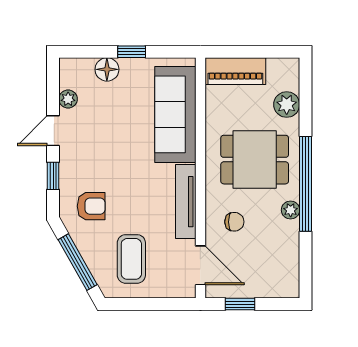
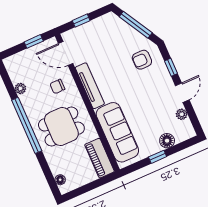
piano: (235, 71) -> (100, 158), moved, turned -90
floor lamp: (291, 81) -> (60, 180), added
plant: (287, 105) -> (57, 166), removed
plant: (291, 210) -> (20, 88), moved
coffee table: (131, 259) -> (106, 40), removed
window: (156, 304) -> (81, 21), added

